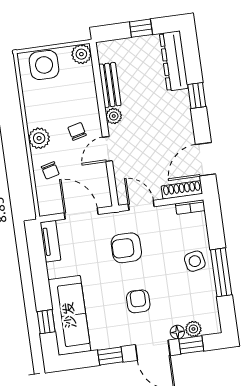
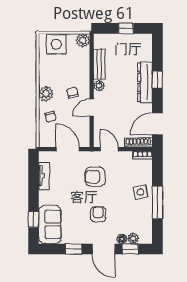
dresser: (174, 61) -> (145, 82), moved
tv unit: (50, 241) -> (44, 176), moved
sofa: (69, 315) -> (50, 224), width x0.73

